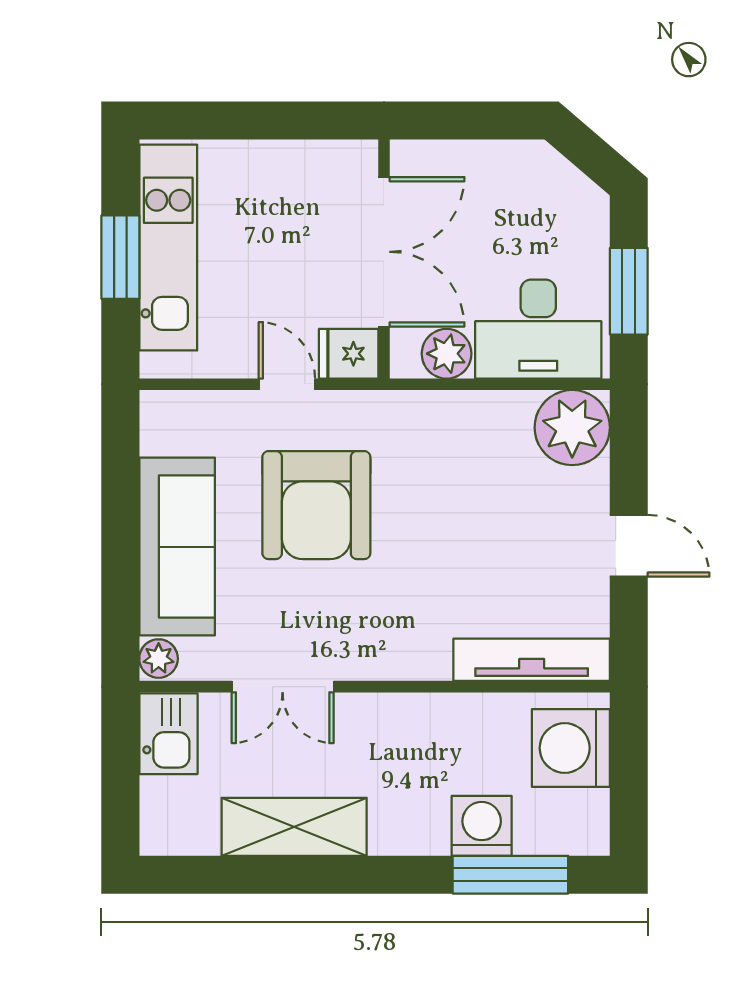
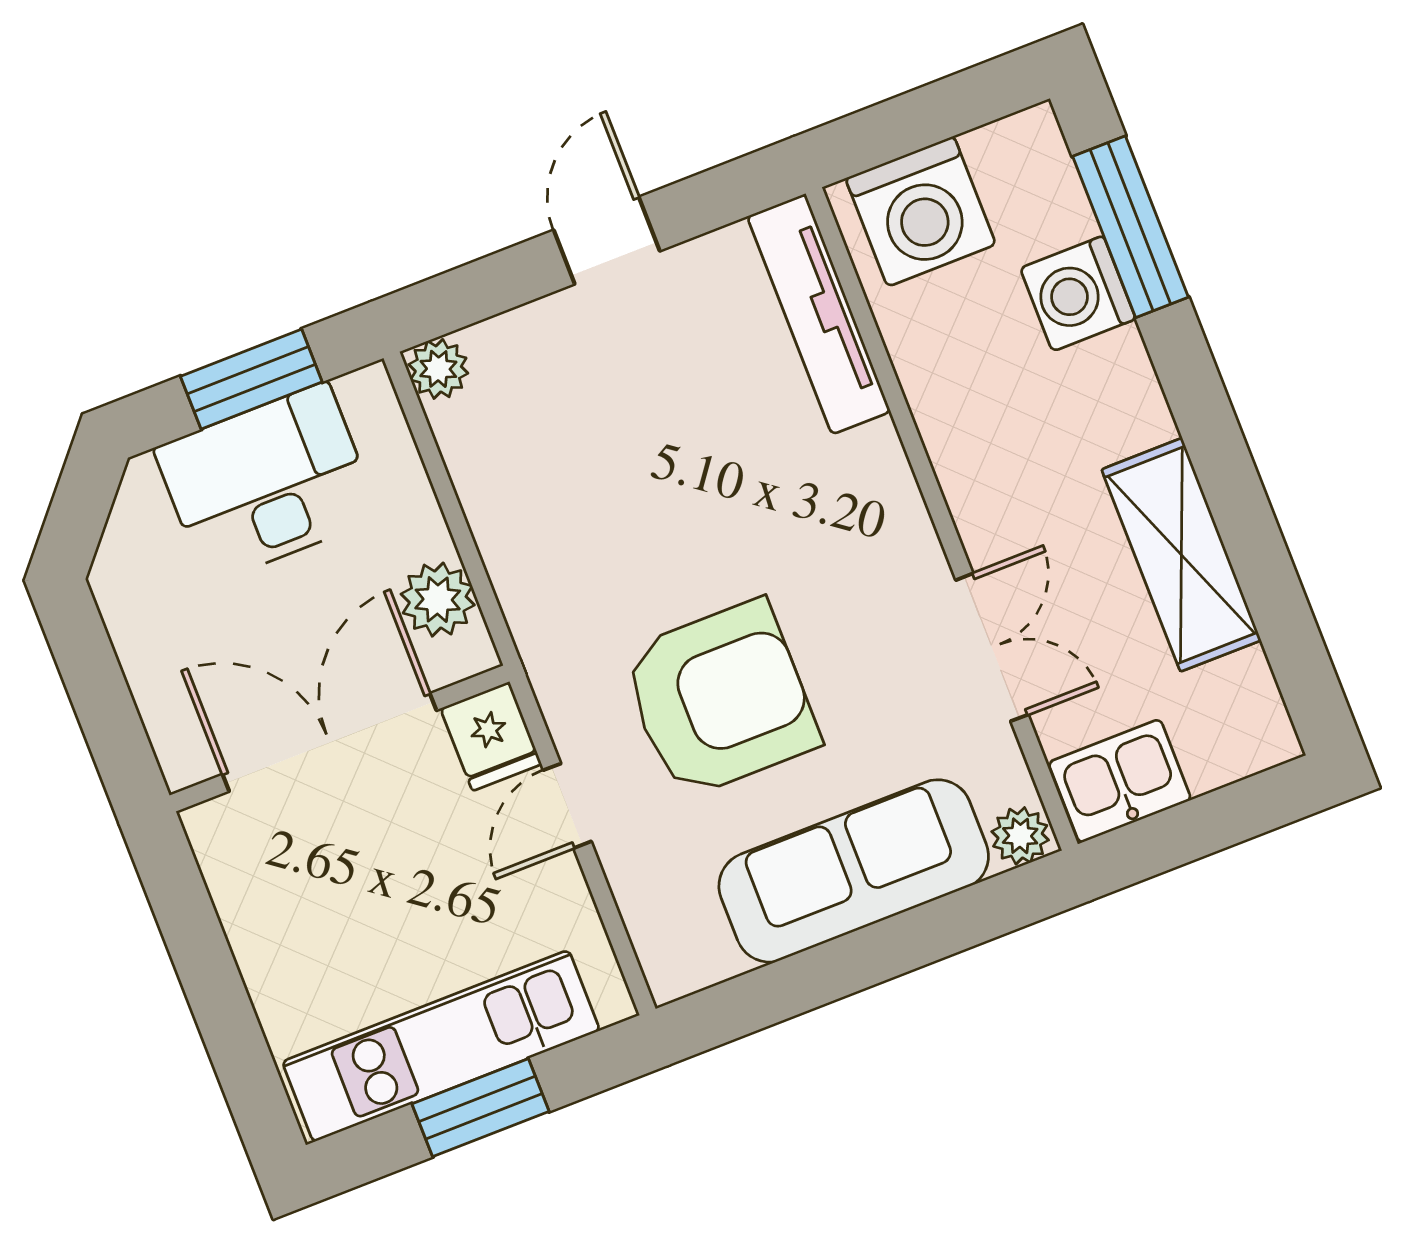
desk: (538, 329) -> (267, 483), moved, turned -90
plant: (572, 428) -> (438, 369), width x0.53, depth x0.53

